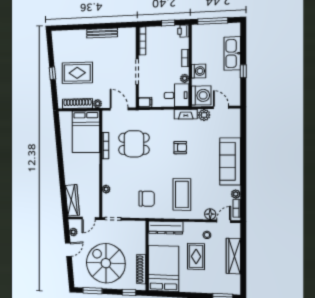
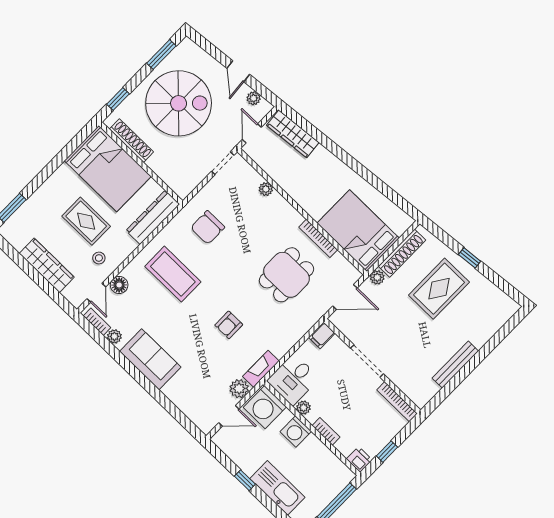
sofa: (230, 161) -> (150, 359), width x0.73

